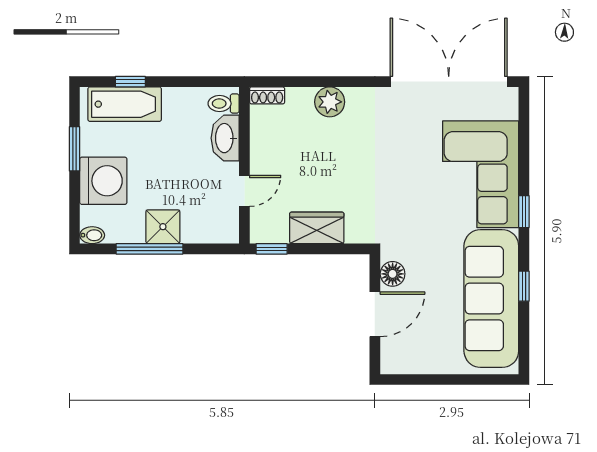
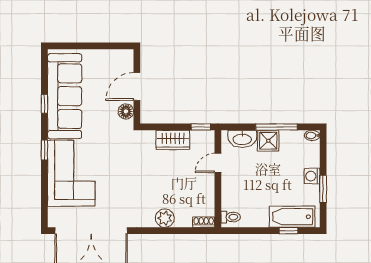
washbasin: (225, 138) -> (242, 139), moved, turned 90
washing machine: (103, 181) -> (312, 176), width x0.53, depth x0.53

